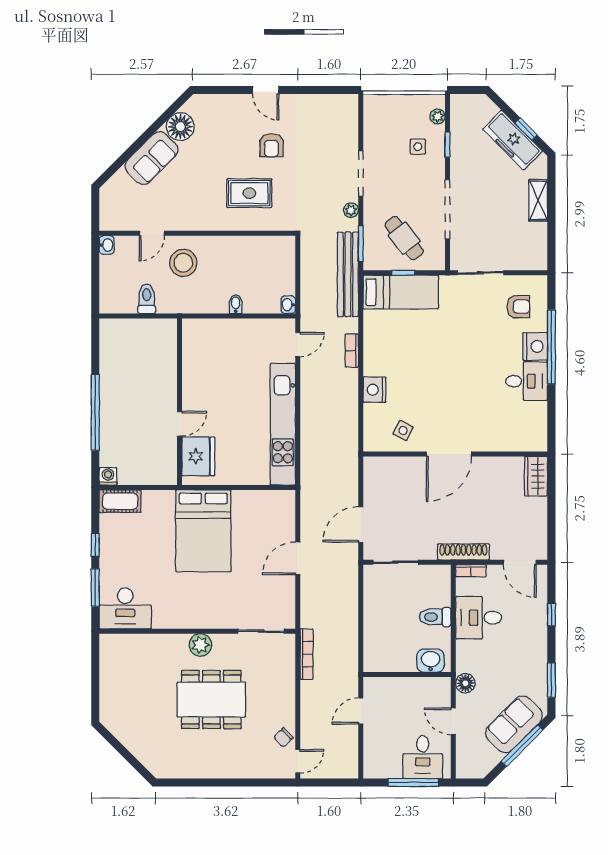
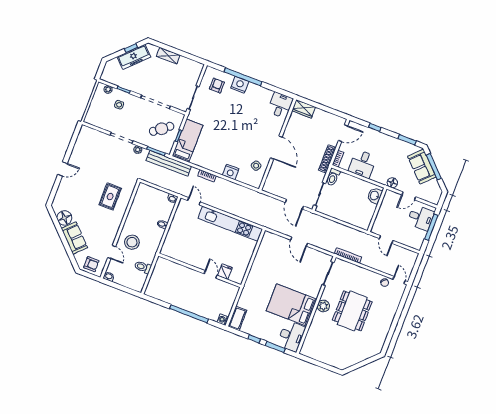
armchair: (271, 145) -> (91, 264), moved
desk: (527, 381) -> (280, 105), moved
fridge: (198, 456) -> (225, 272), width x0.53, depth x0.75
bed: (203, 531) -> (292, 305), moved, turned 180
toilet: (435, 617) -> (333, 177), moved

